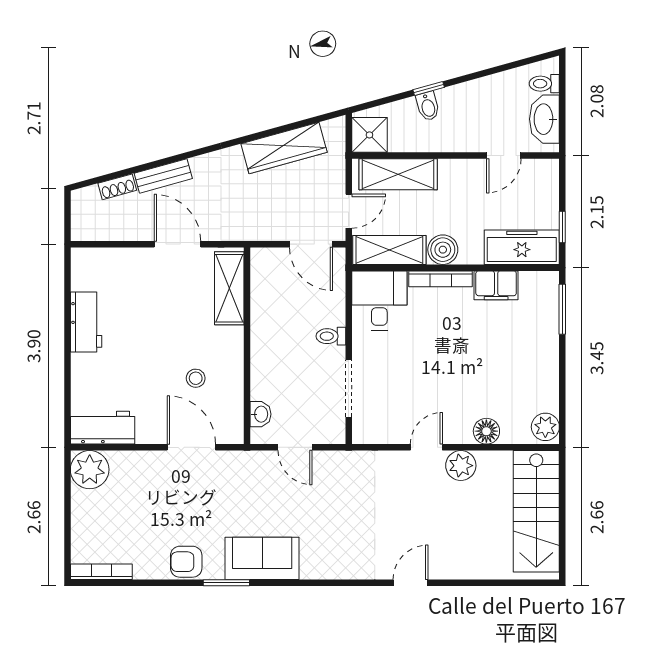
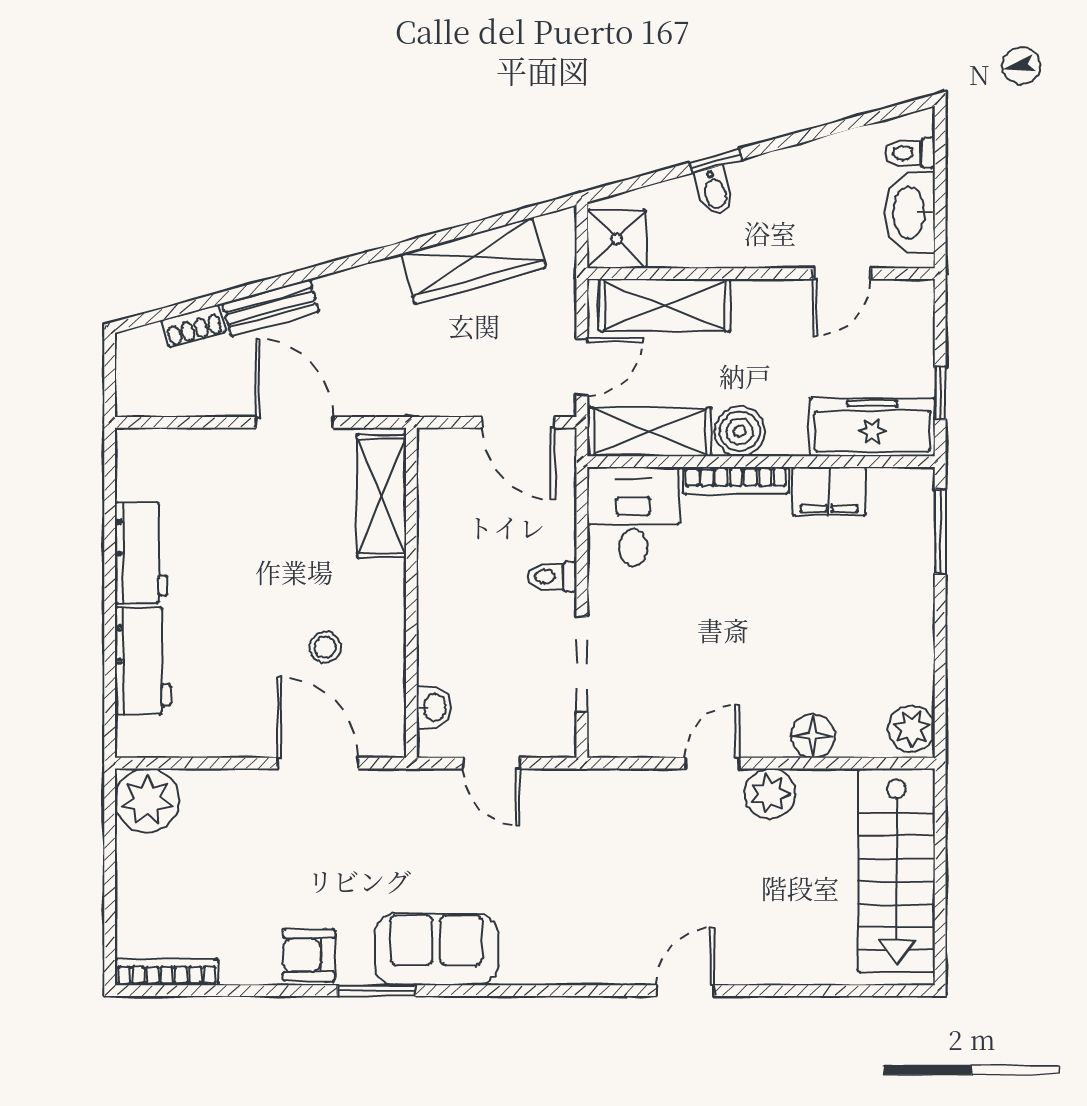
workbench: (103, 428) -> (143, 661), moved, turned 90

